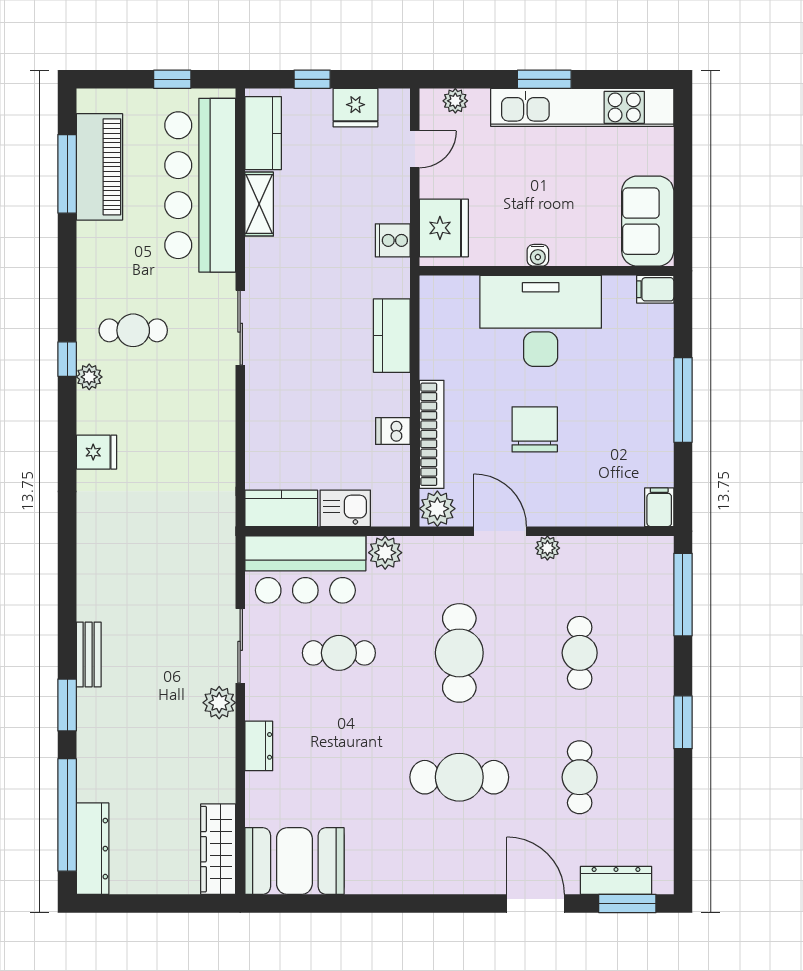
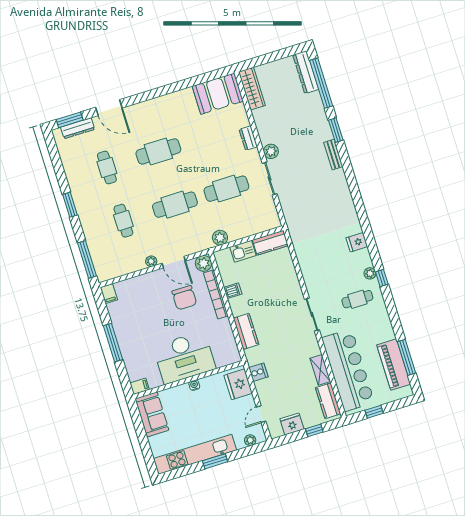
chair: (535, 429) -> (184, 298), moved
bar counter: (305, 569) -> (252, 220), removed
cafe table: (339, 653) -> (226, 189), width x1.37, depth x1.35
cafe table: (459, 653) -> (175, 205), turned 90

